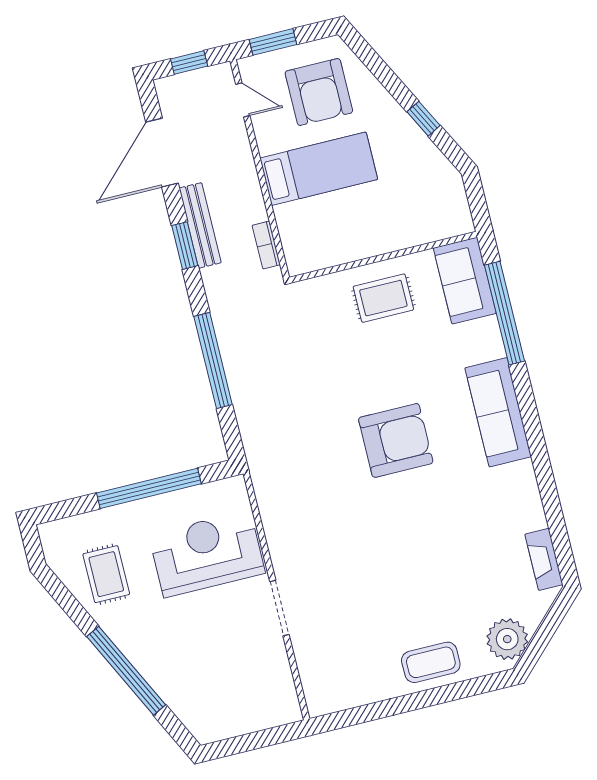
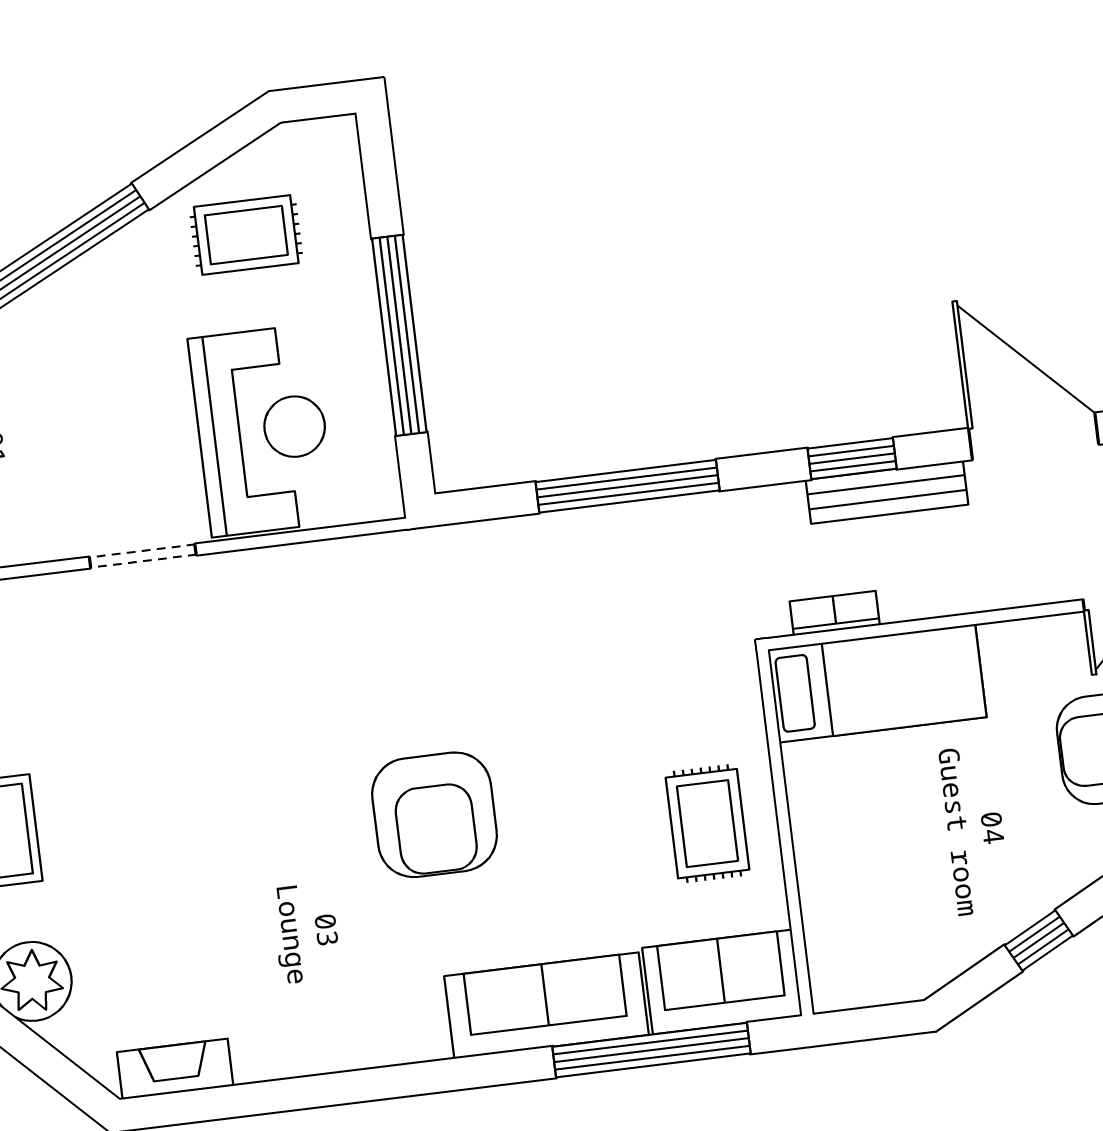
bed: (319, 169) -> (877, 683), moved, turned -90
sofa: (498, 412) -> (546, 1006), moved

